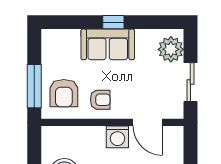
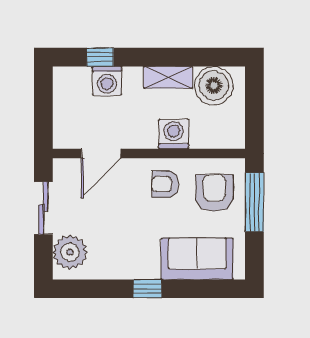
sofa: (108, 44) -> (197, 259), moved
door: (148, 122) -> (101, 153), swing flipped
washing machine: (117, 137) -> (174, 134), moved

